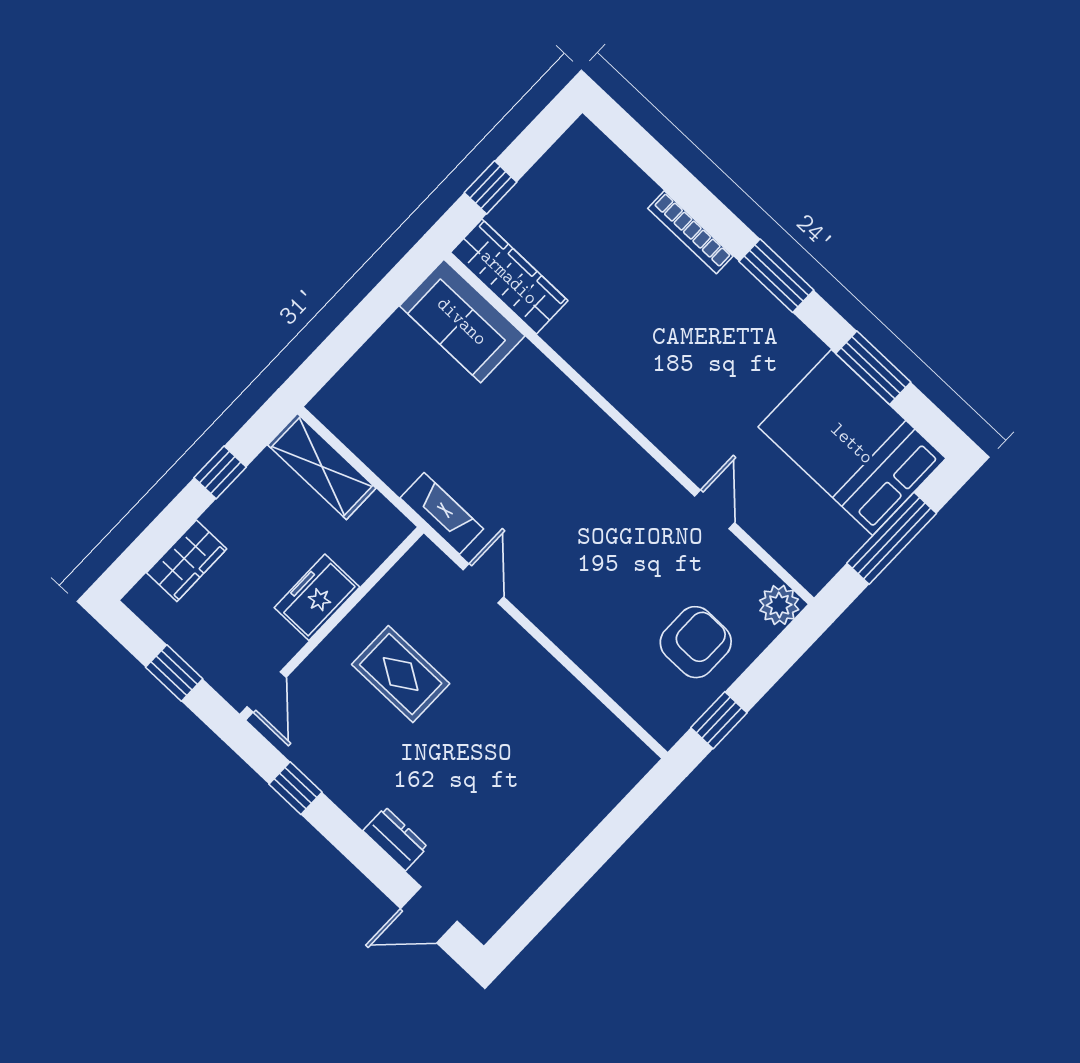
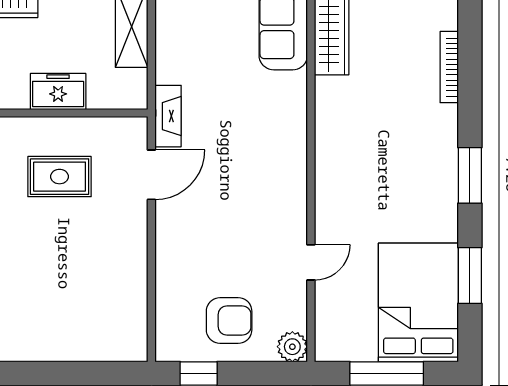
bookcase: (690, 232) -> (449, 67), moved
door: (483, 583) -> (151, 175), width x1.38
rug: (401, 674) -> (60, 177), turned 90

